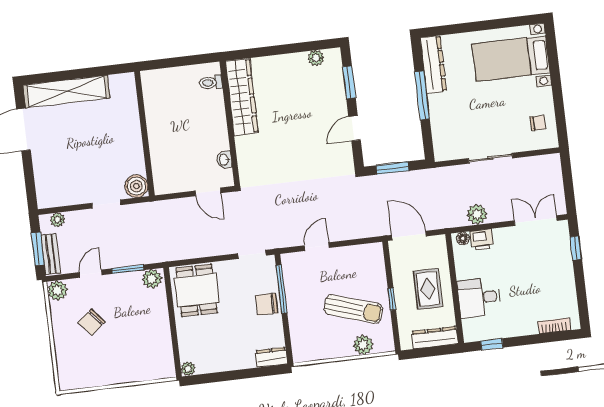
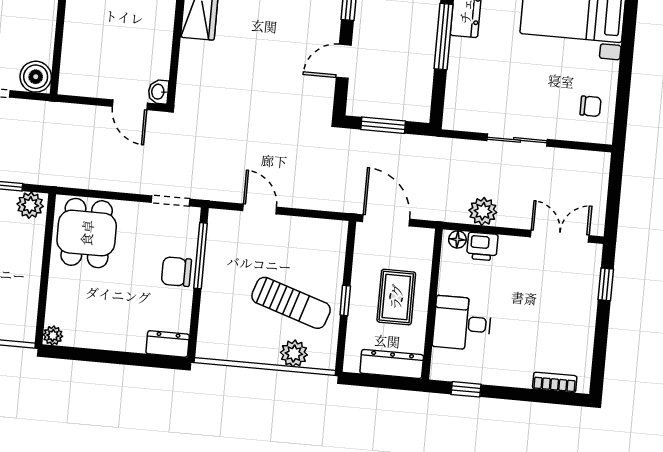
washbasin: (224, 160) -> (158, 92), moved
door: (317, 247) -> (260, 209), hinge flipped

